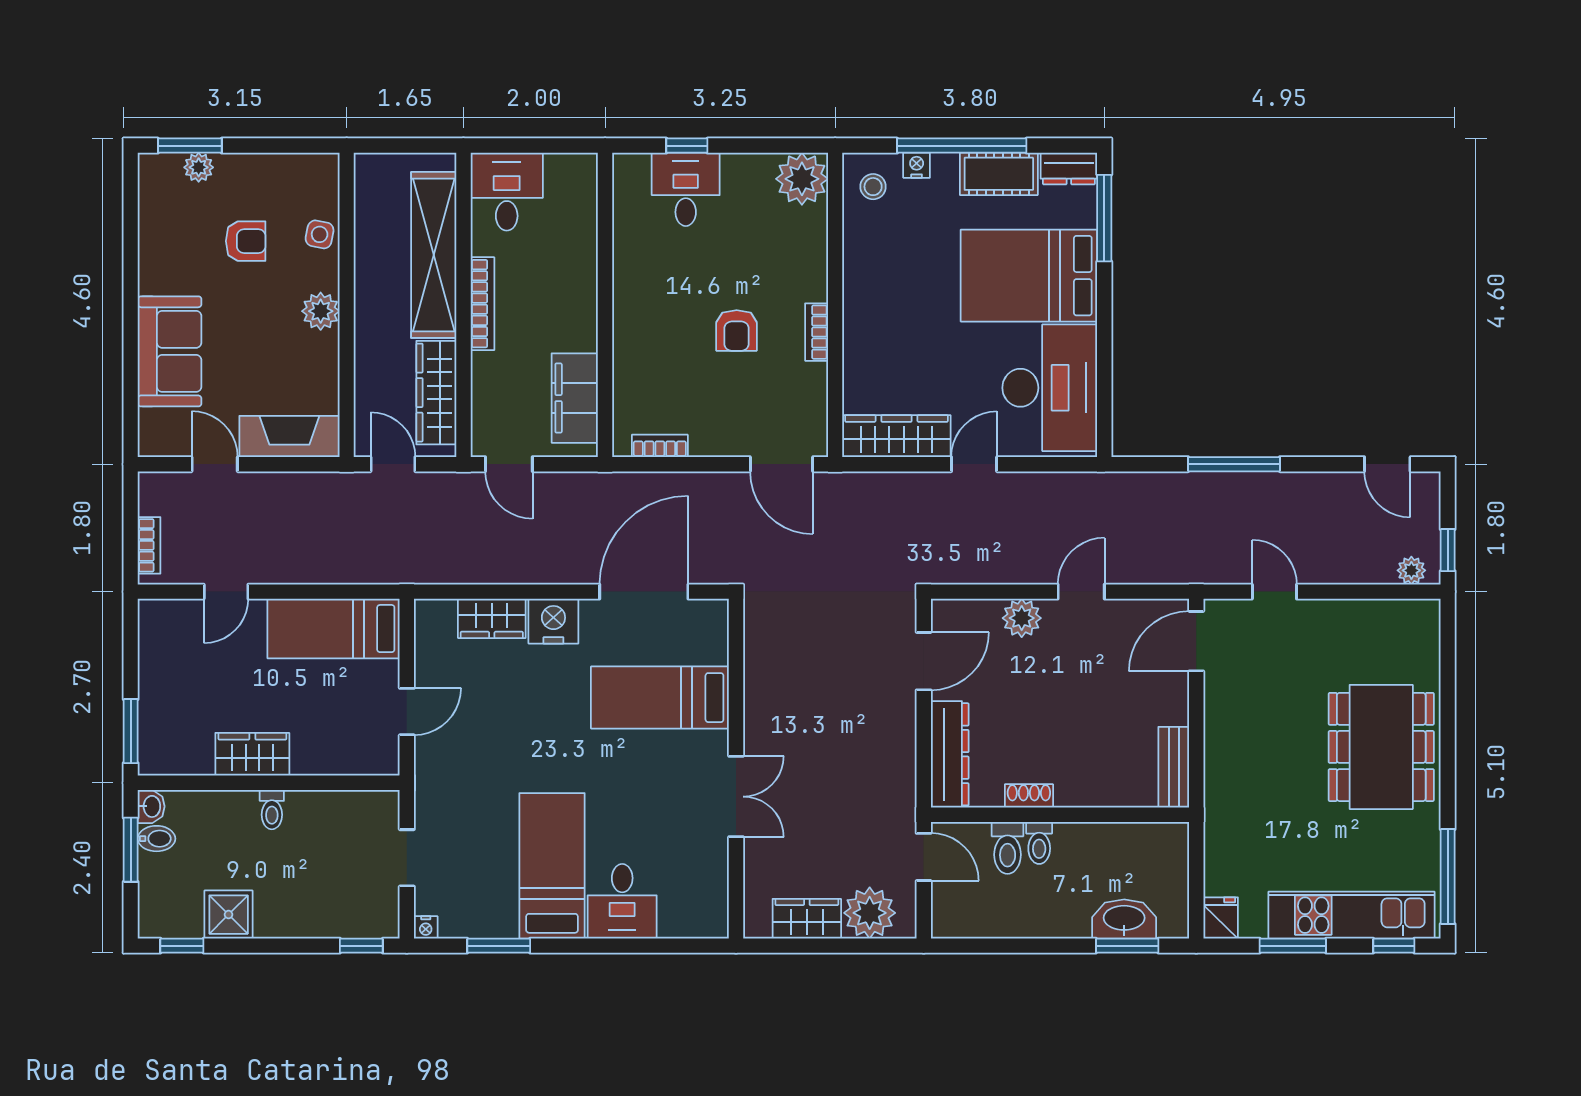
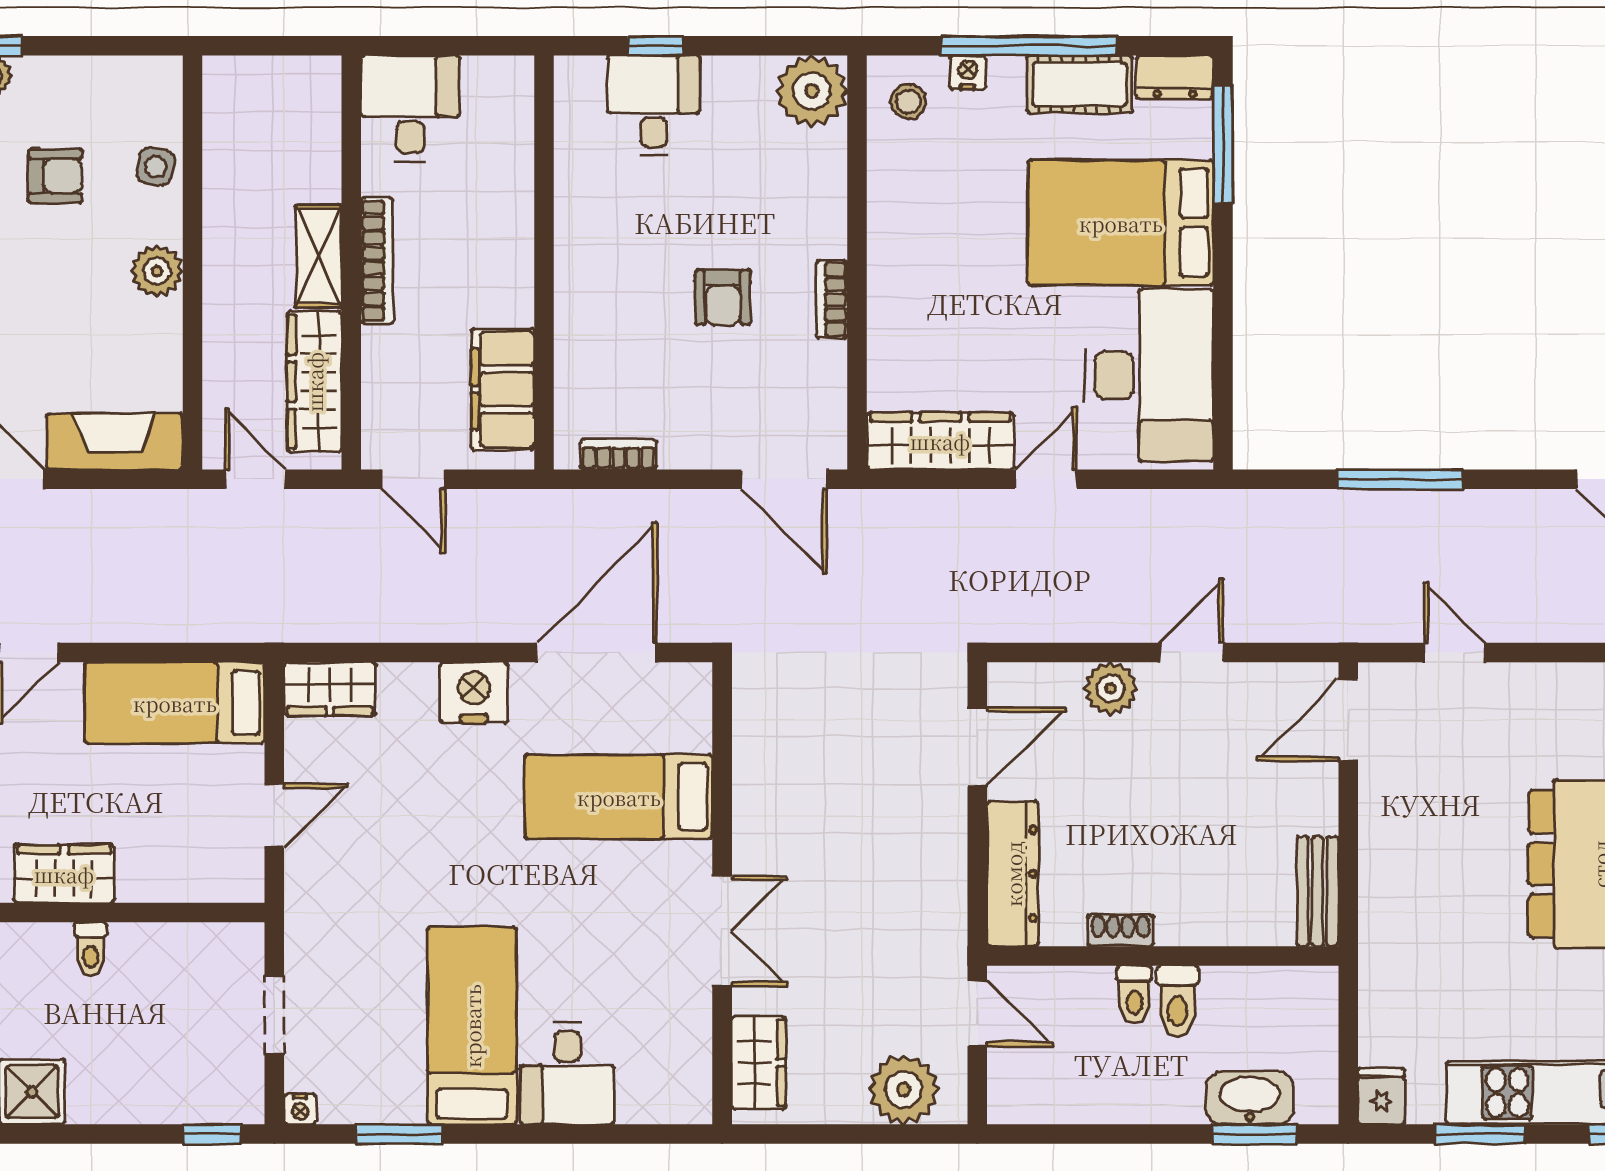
shelving: (434, 255) -> (319, 256), width x0.45, depth x0.75
wardrobe: (492, 618) -> (330, 689), moved
toilet: (1008, 848) -> (1177, 1001), moved
wardrobe: (807, 919) -> (759, 1063), moved, turned 90

